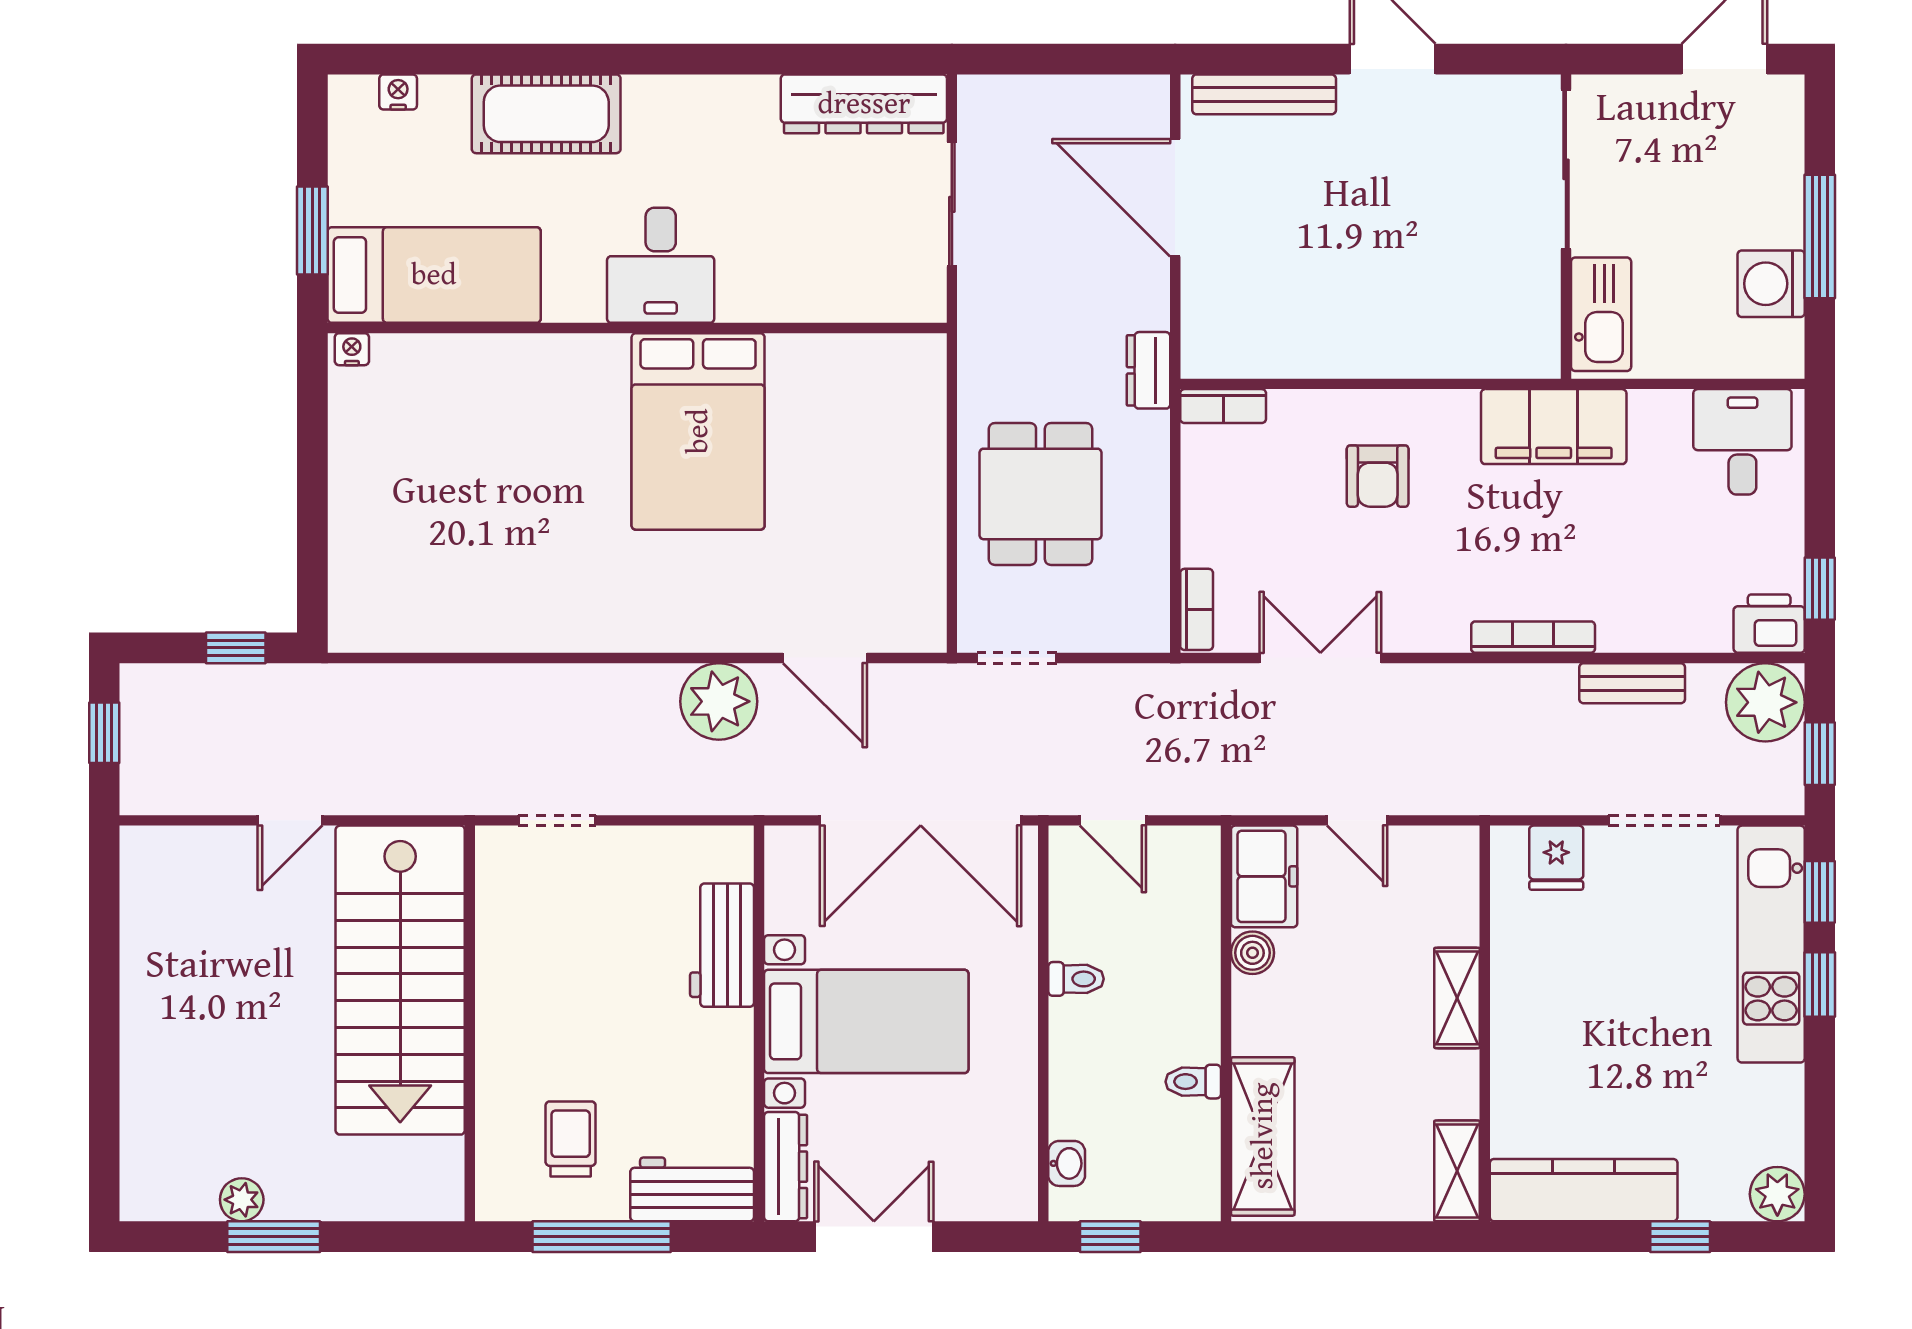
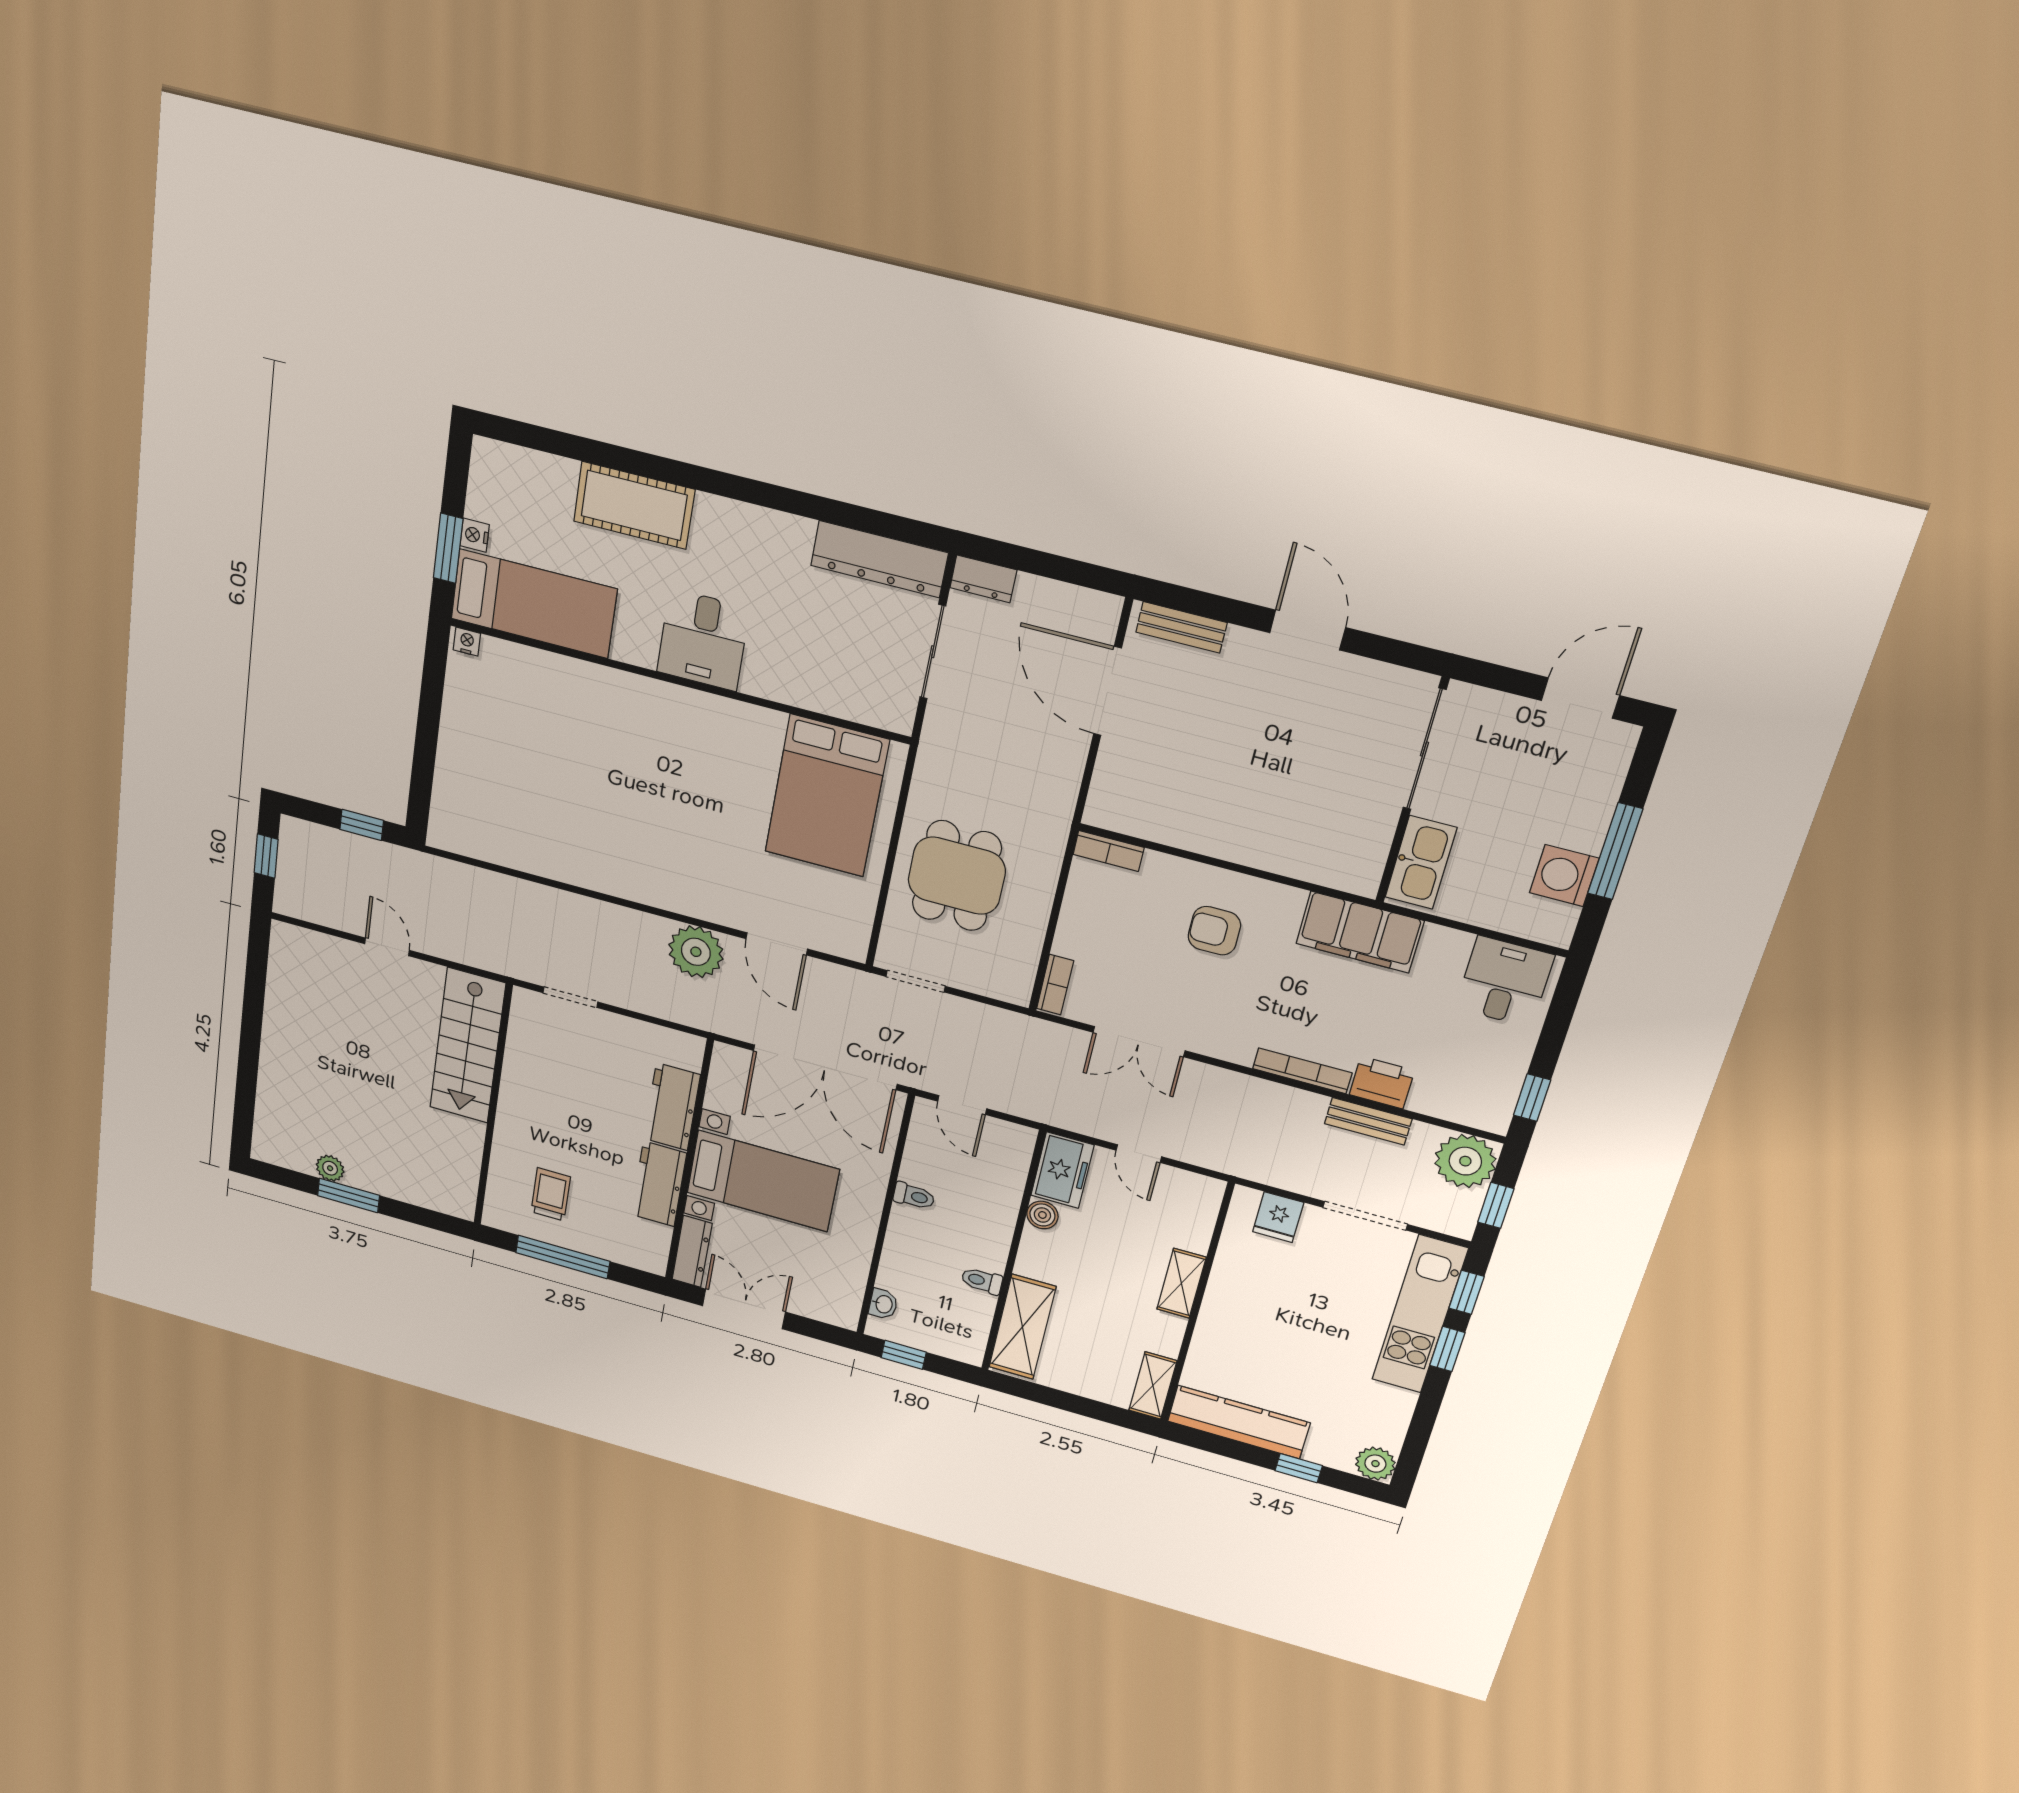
nightstand: (398, 92) -> (475, 535), moved, turned -90
bench: (1264, 94) -> (1181, 627), width x0.73
dresser: (1149, 370) -> (983, 579), moved, turned -90
bed: (698, 431) -> (827, 796), moved
armchair: (1378, 476) -> (1214, 931), turned 90
printer: (1769, 624) -> (1382, 1083), moved
double door: (1320, 658) -> (1139, 1042), swing flipped
door: (290, 820) -> (387, 947), swing flipped
stairs: (400, 980) -> (468, 1046), width x0.73, depth x0.66
workbench: (692, 1189) -> (659, 1184), moved, turned -90

